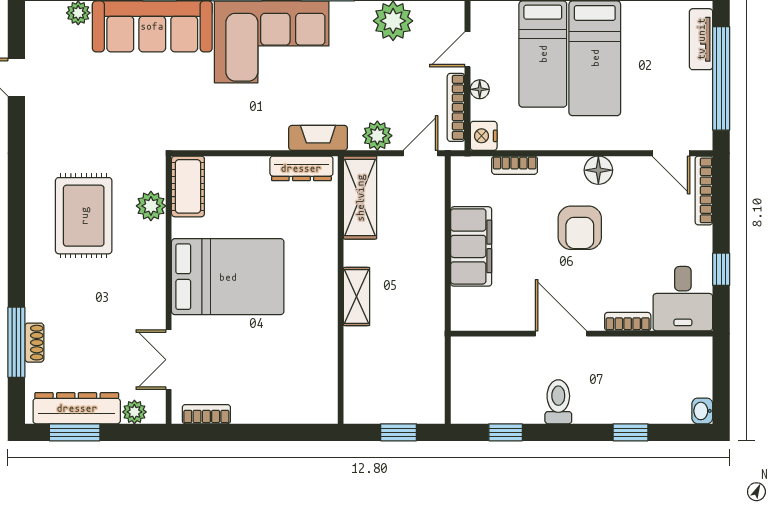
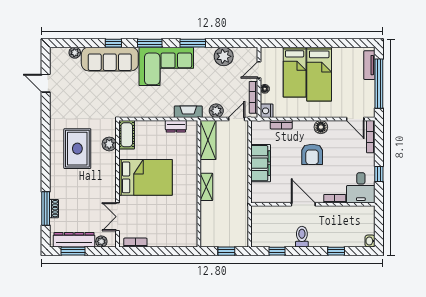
dresser: (301, 168) -> (176, 126), width x0.70

